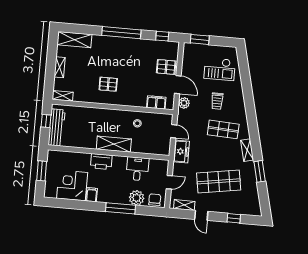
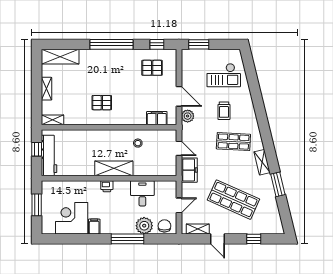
pallet: (166, 67) -> (152, 68), moved
printer: (101, 162) -> (107, 186), width x0.53, depth x0.68
shop shelf: (219, 181) -> (233, 200), turned 33

